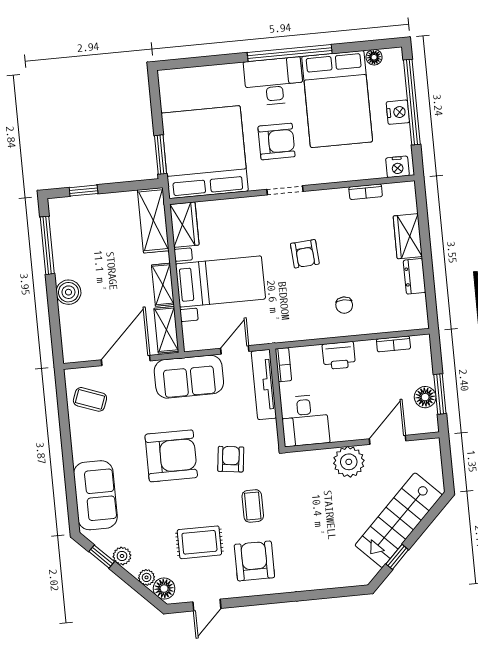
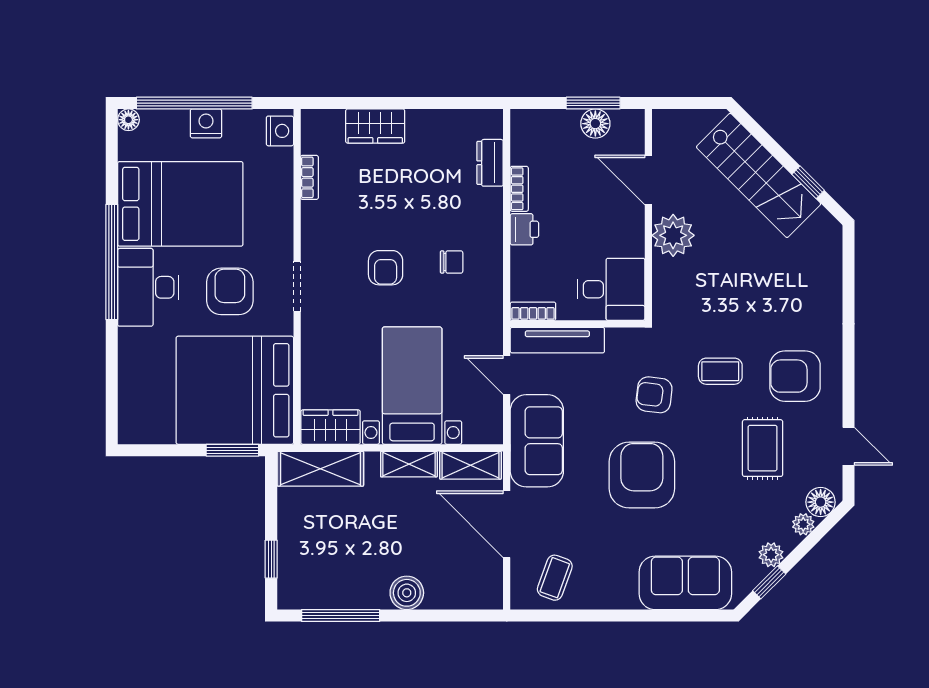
floor lamp: (374, 57) -> (128, 120), moved
armchair: (305, 254) -> (386, 268), turned 94
dresser: (415, 276) -> (490, 163), moved, turned 90
chair: (344, 305) -> (452, 262), moved
bookcase: (393, 344) -> (519, 189), moved
printer: (339, 356) -> (524, 229), width x0.73, depth x0.81

